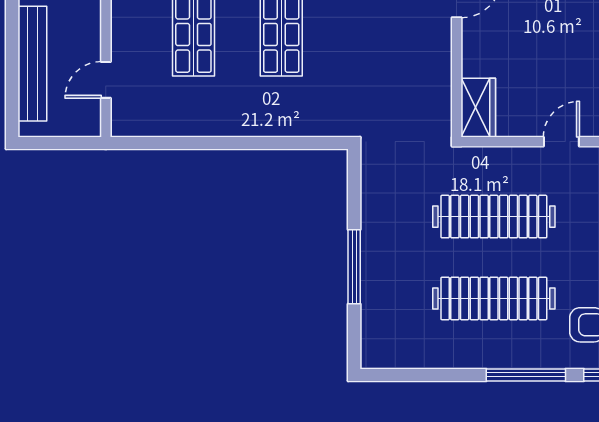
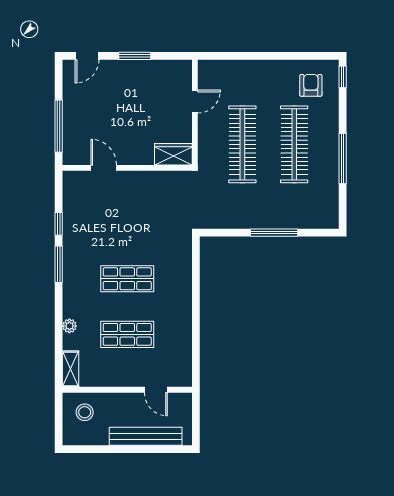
door: (561, 142) -> (195, 102), swing flipped
window: (526, 375) -> (343, 158), moved

